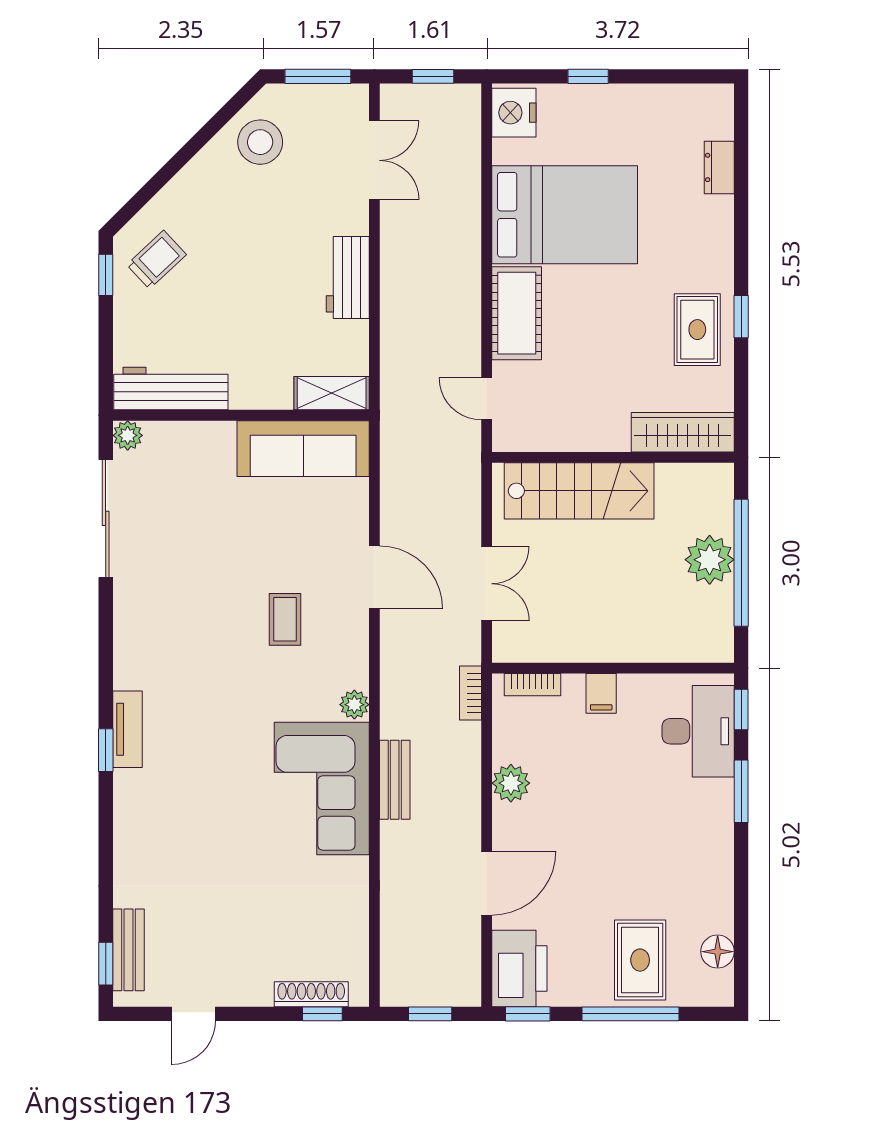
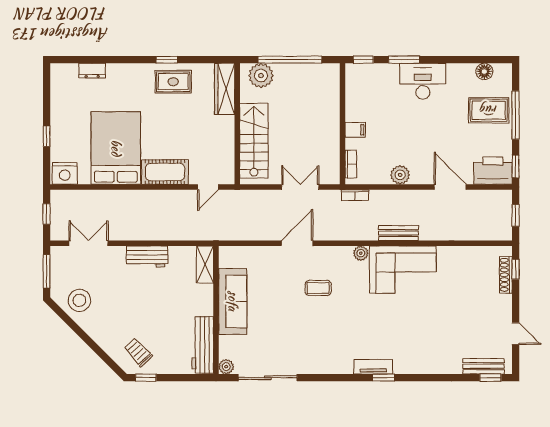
sofa: (303, 449) -> (233, 301), moved
plant: (710, 560) -> (261, 76), moved
desk: (698, 731) -> (423, 81), moved

